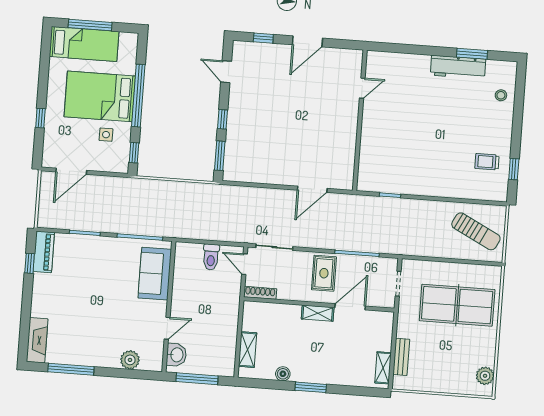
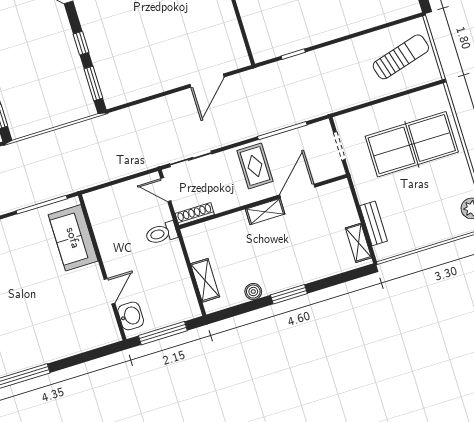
sun lounger: (476, 231) -> (401, 57), turned -43
toilet: (211, 257) -> (161, 233), moved, turned 90
plant: (130, 360) -> (83, 341), removed

